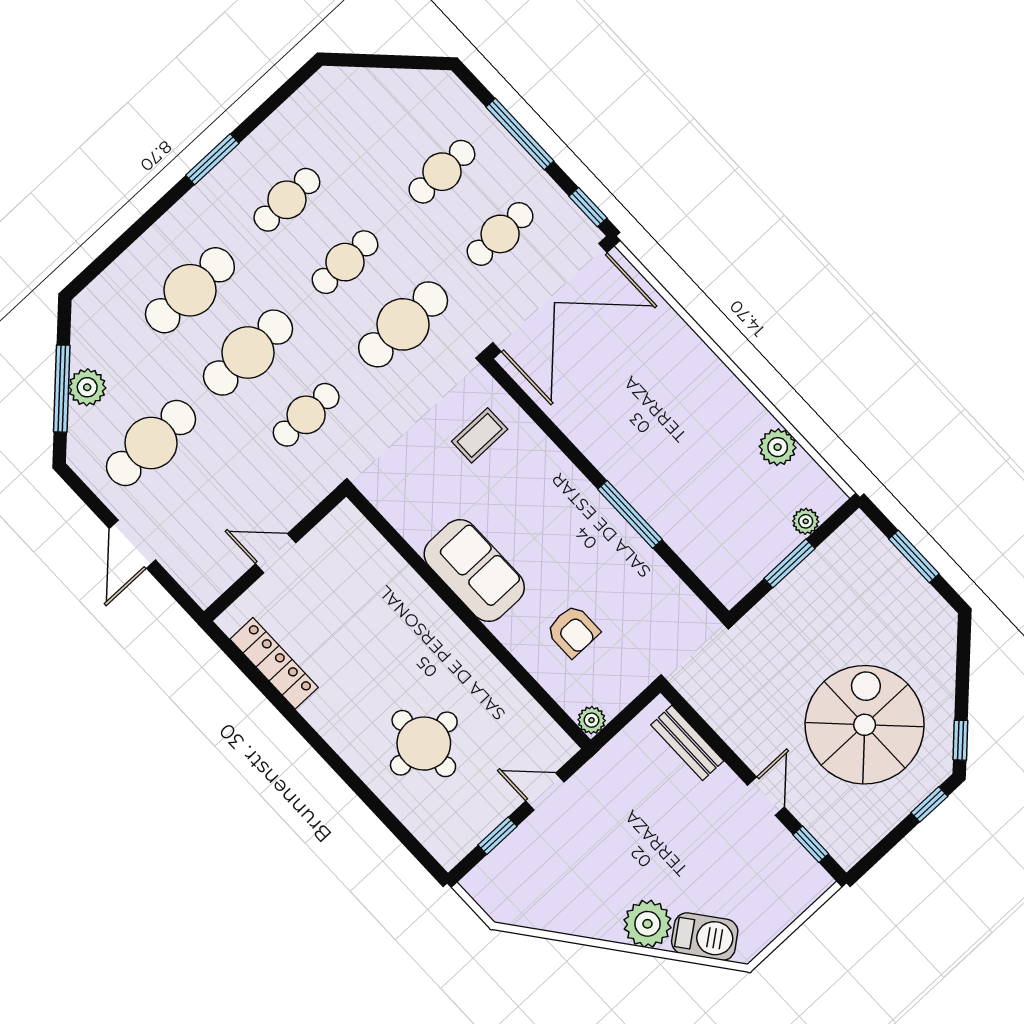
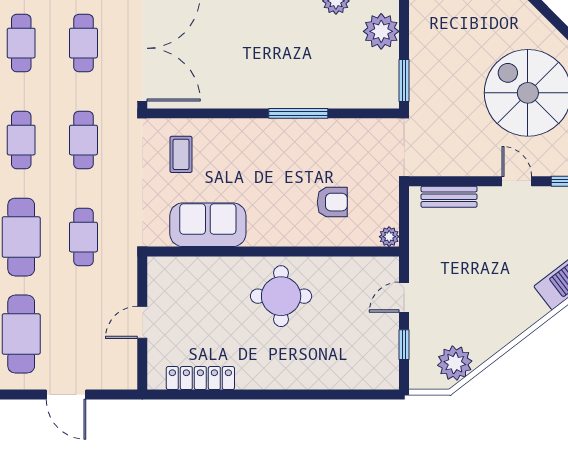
cafe table: (403, 324) -> (83, 140), width x0.73, depth x0.74
plant: (806, 521) -> (381, 31), width x1.88, depth x1.88
window: (789, 563) -> (404, 80), moved
sofa: (474, 571) -> (208, 225), moved
round table: (424, 744) -> (281, 296), moved
plant: (647, 924) -> (455, 363), moved

